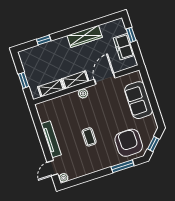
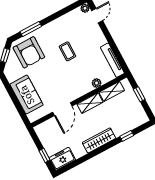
wardrobe: (85, 36) -> (99, 140), moved
freezer: (124, 47) -> (62, 159), moved, turned -90
plant: (83, 93) -> (97, 83), moved
tv unit: (51, 139) -> (112, 60), moved

